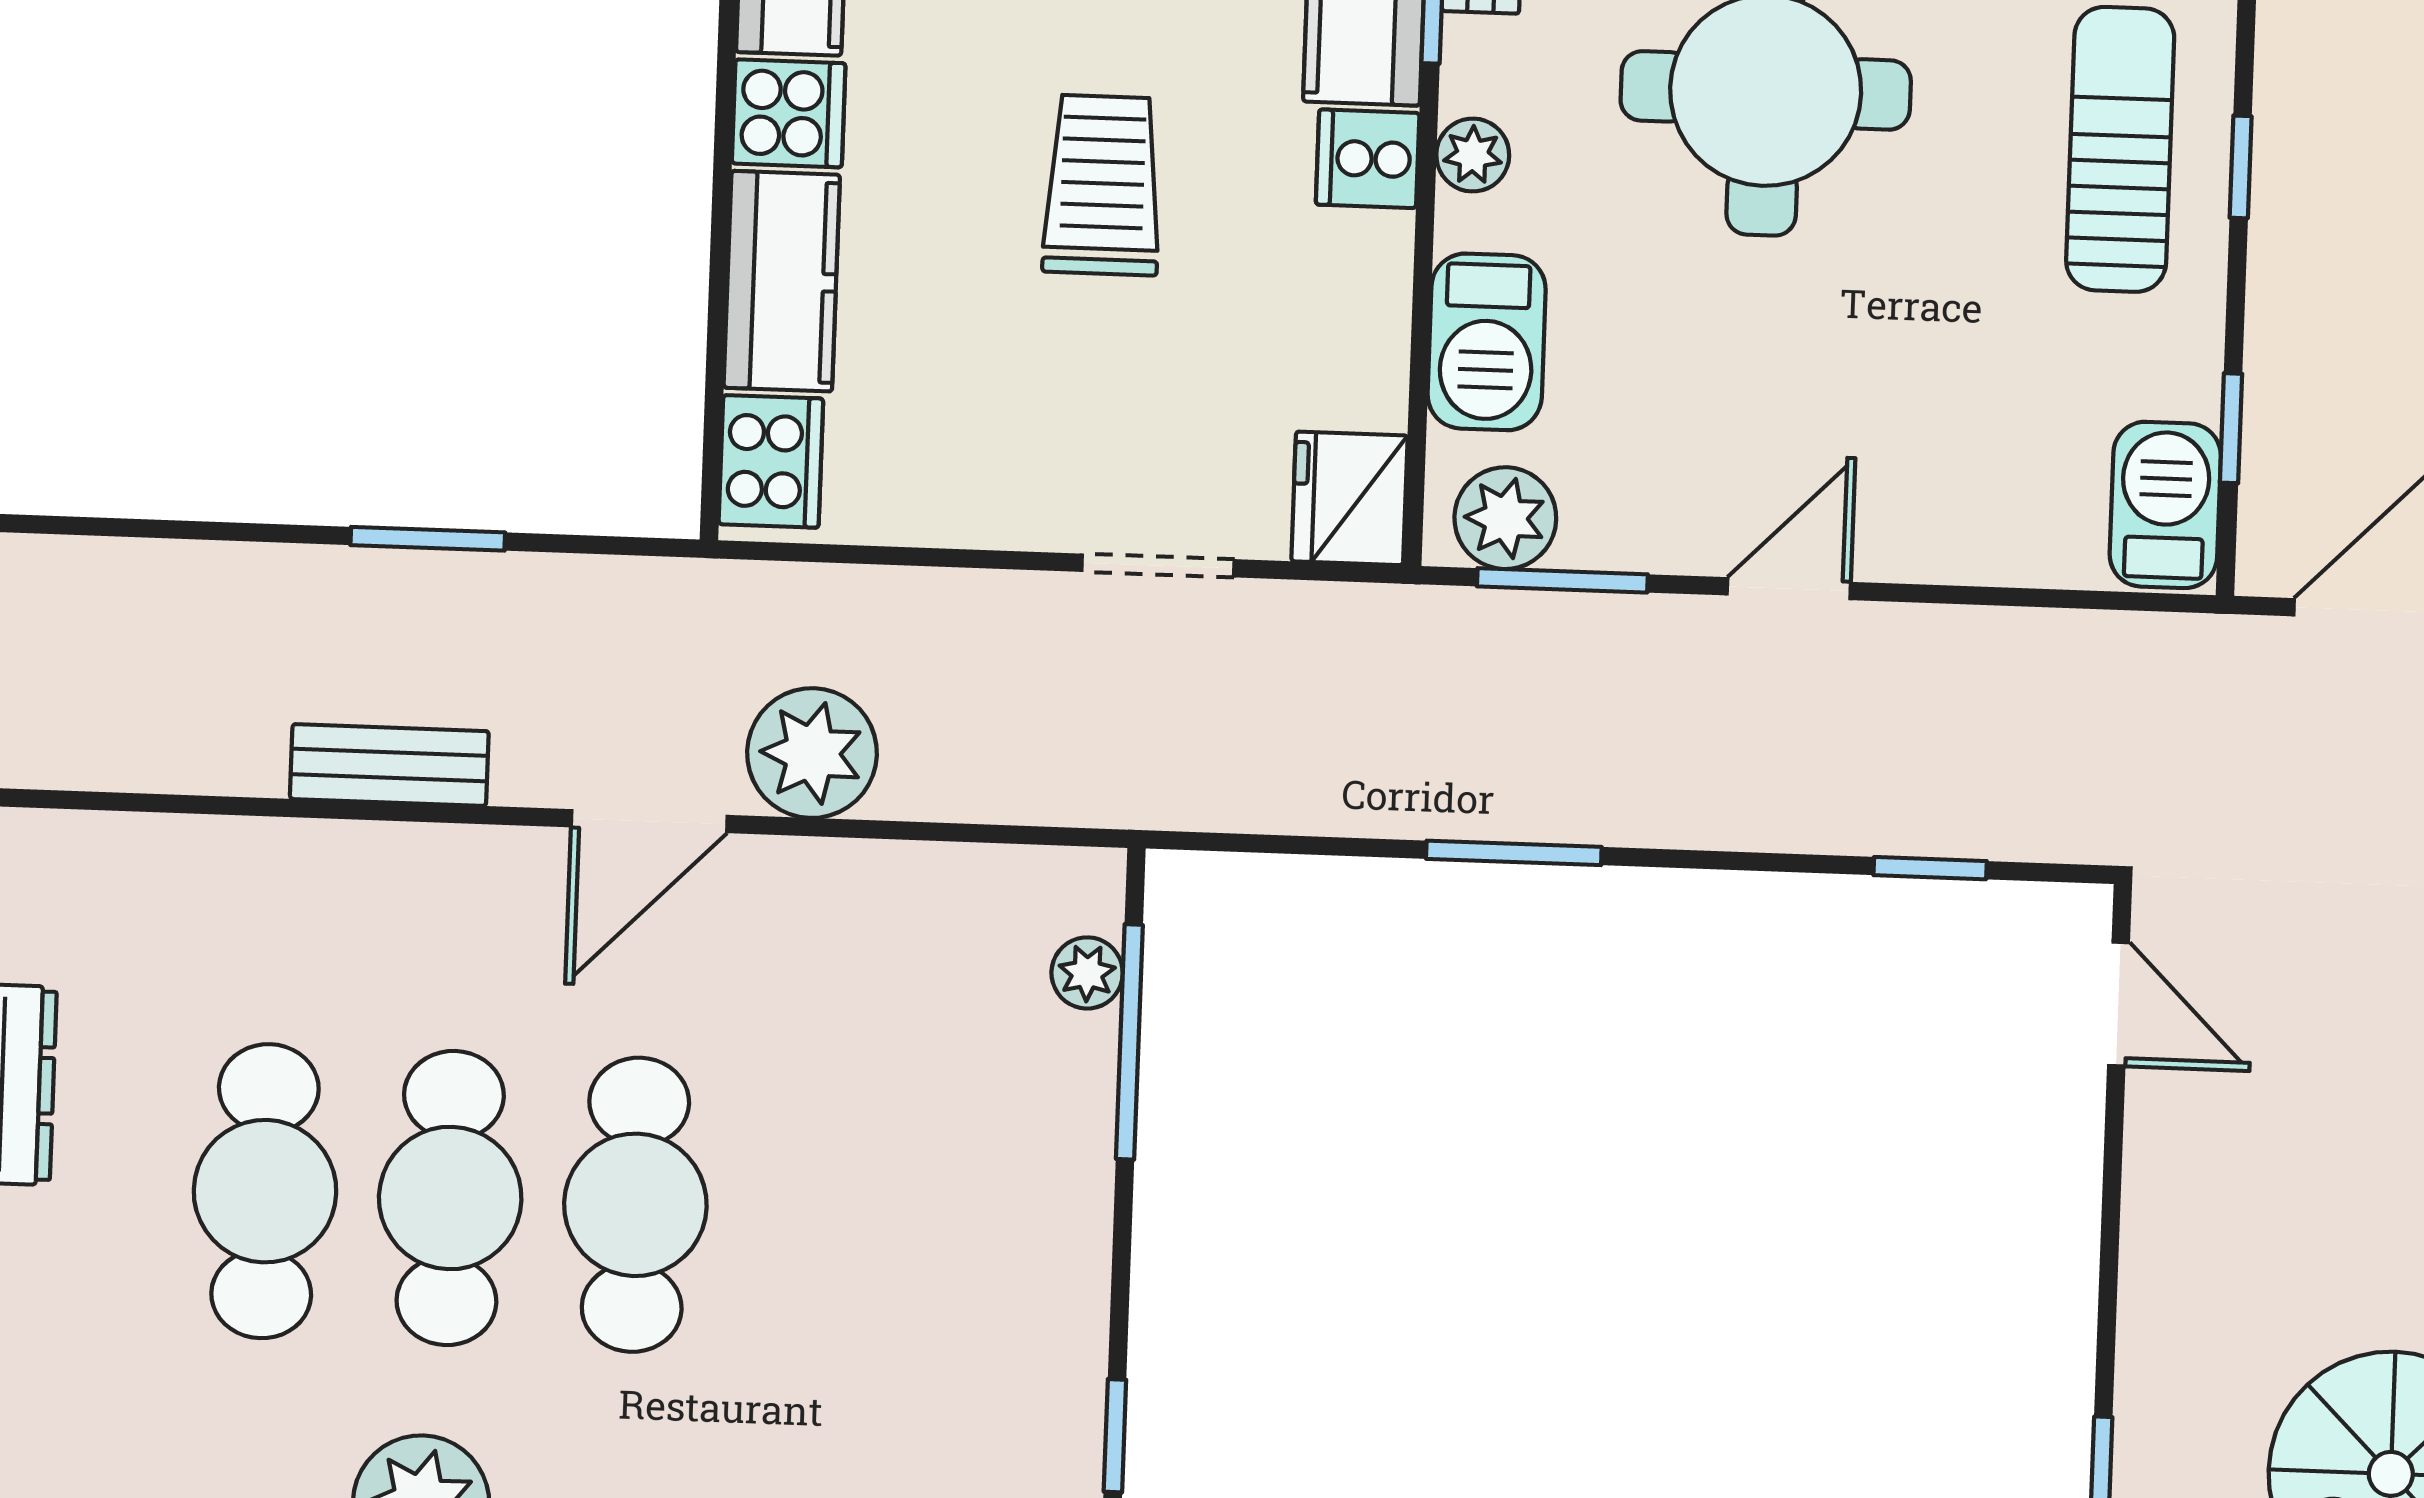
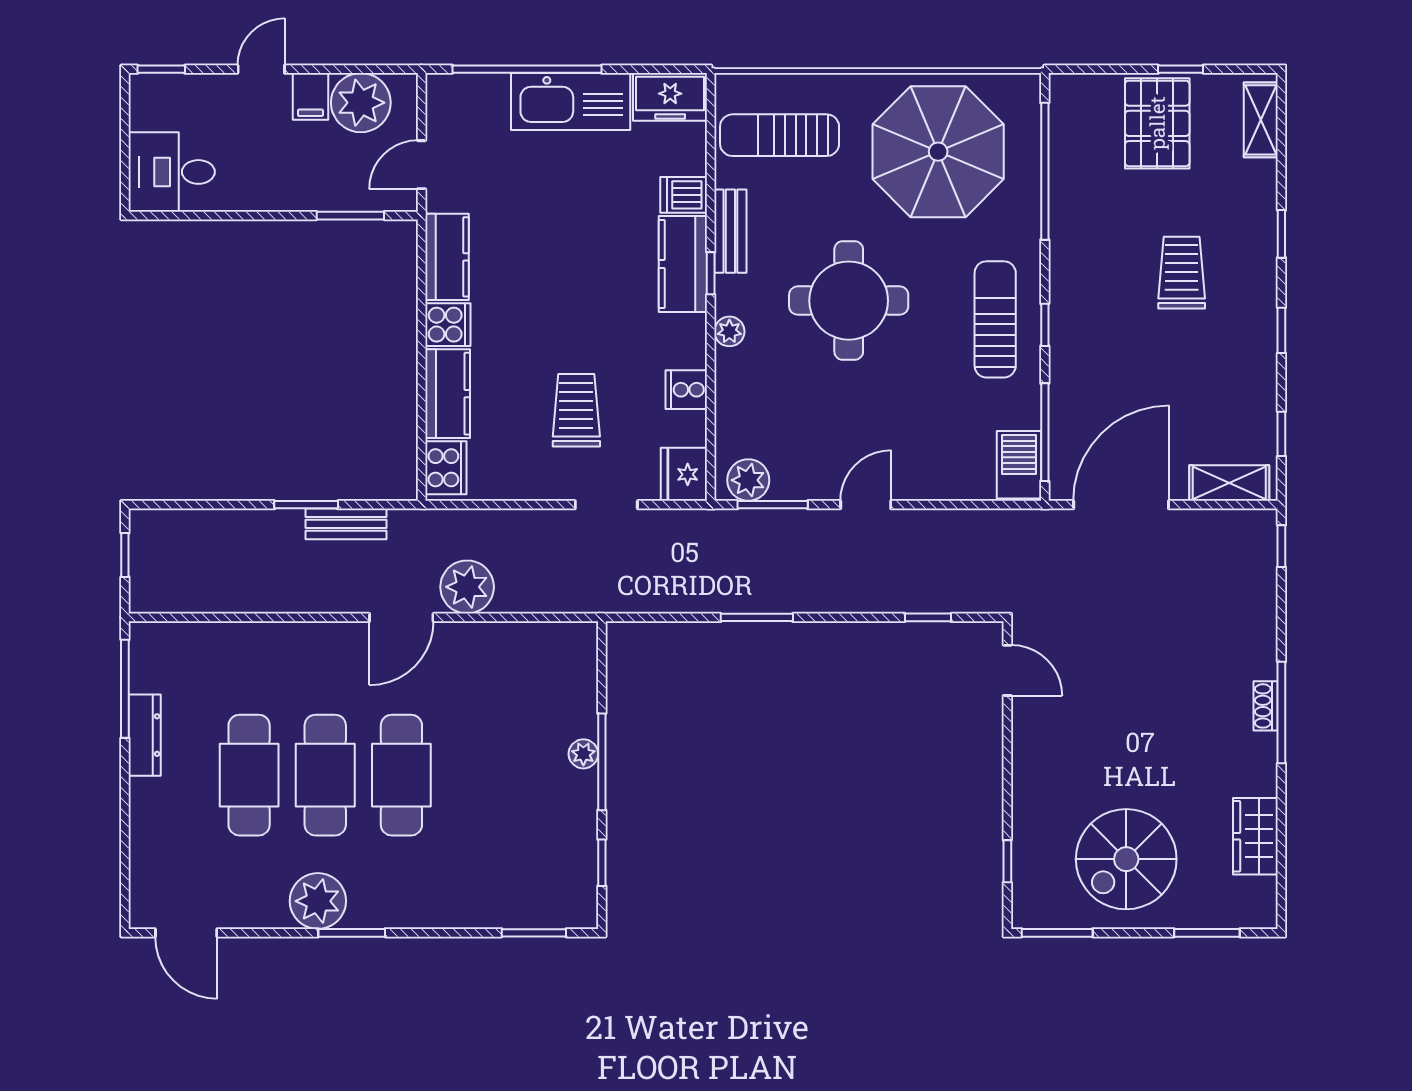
cooker: (1368, 159) -> (686, 390), moved
trolley: (1103, 185) -> (576, 410), moved
barbecue: (1487, 342) -> (738, 408), removed
window: (2231, 428) -> (1045, 432), width x2.17
bench: (389, 765) -> (346, 524), moved
plant: (1087, 973) -> (583, 754), moved
window: (1129, 1042) -> (602, 762), moved

